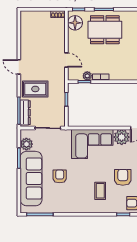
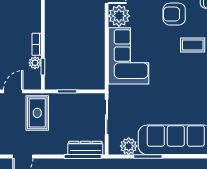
rug: (35, 89) -> (37, 113), moved
armchair: (60, 176) -> (173, 101), removed

